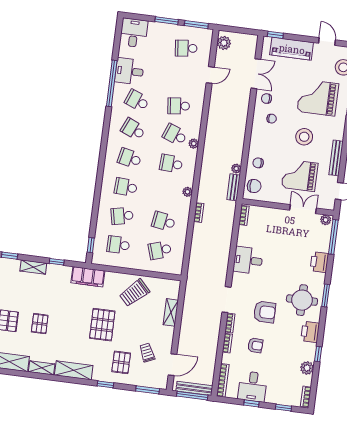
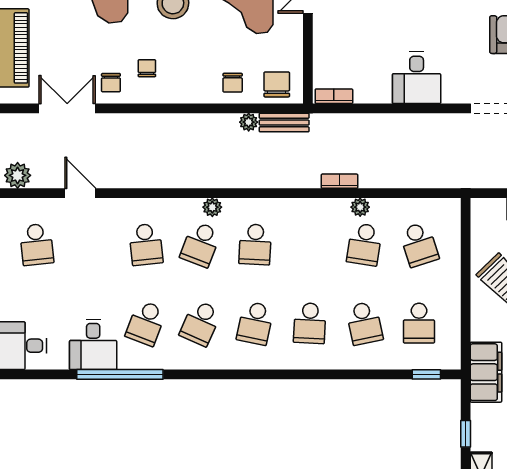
plant: (188, 192) -> (360, 207), moved

